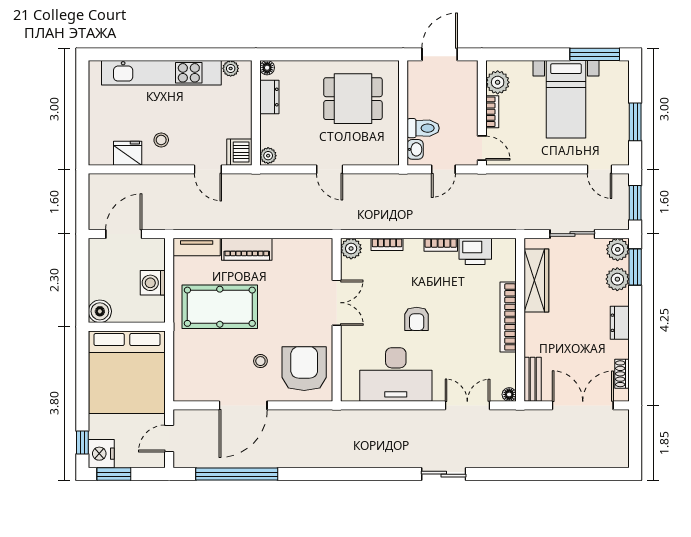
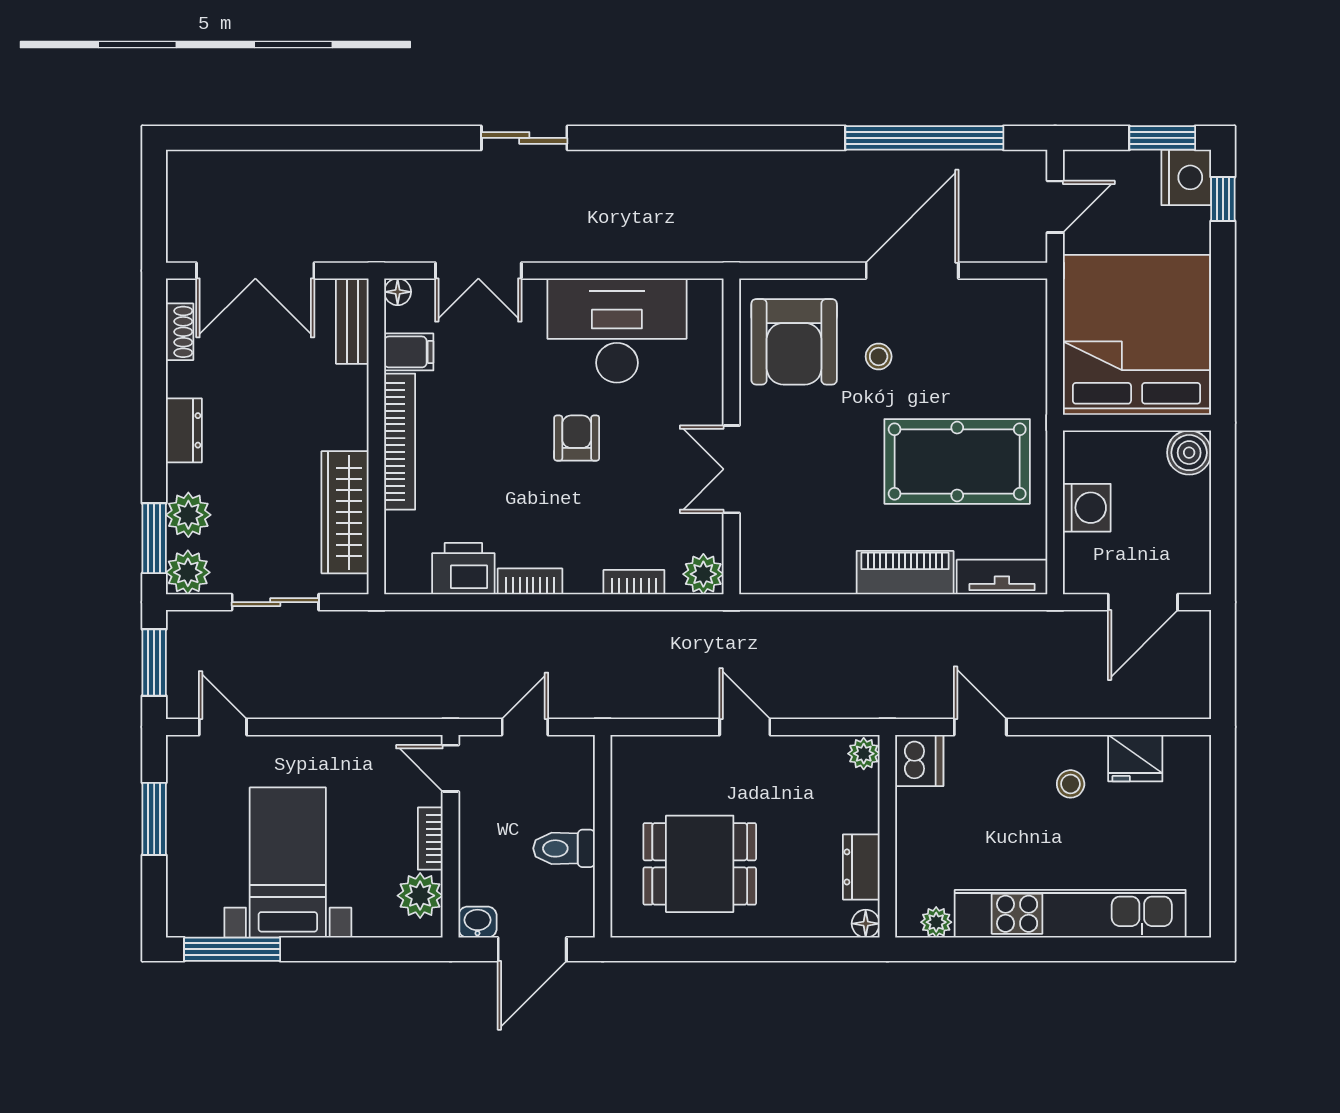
toilet: (423, 128) -> (564, 848), moved
washbasin: (415, 149) -> (477, 922), moved, turned 90
filing cabinet: (503, 363) -> (409, 352), added

